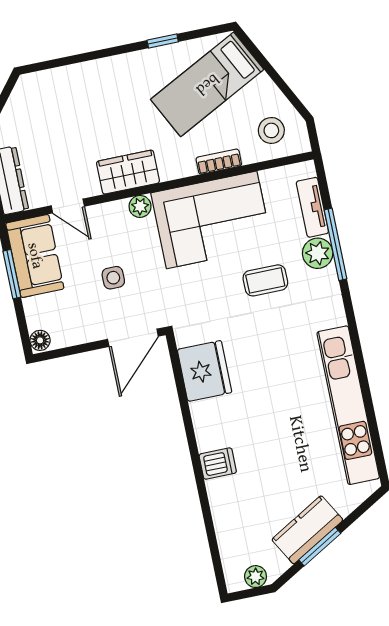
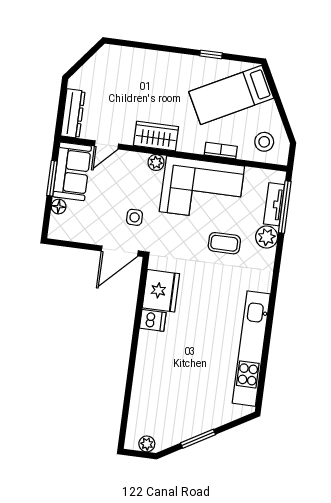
door: (68, 206) -> (107, 145), hinge flipped
window: (335, 244) -> (285, 207), moved
side table: (113, 278) -> (135, 217), moved
floor lamp: (40, 340) -> (59, 207), moved
dishwasher: (218, 464) -> (153, 320), moved
kitchen counter: (307, 530) -> (194, 424), removed

